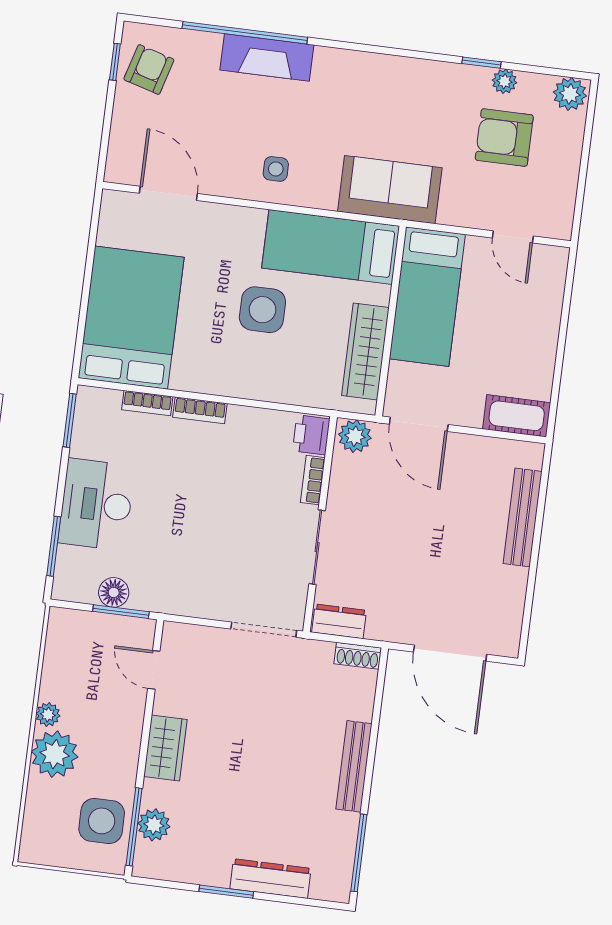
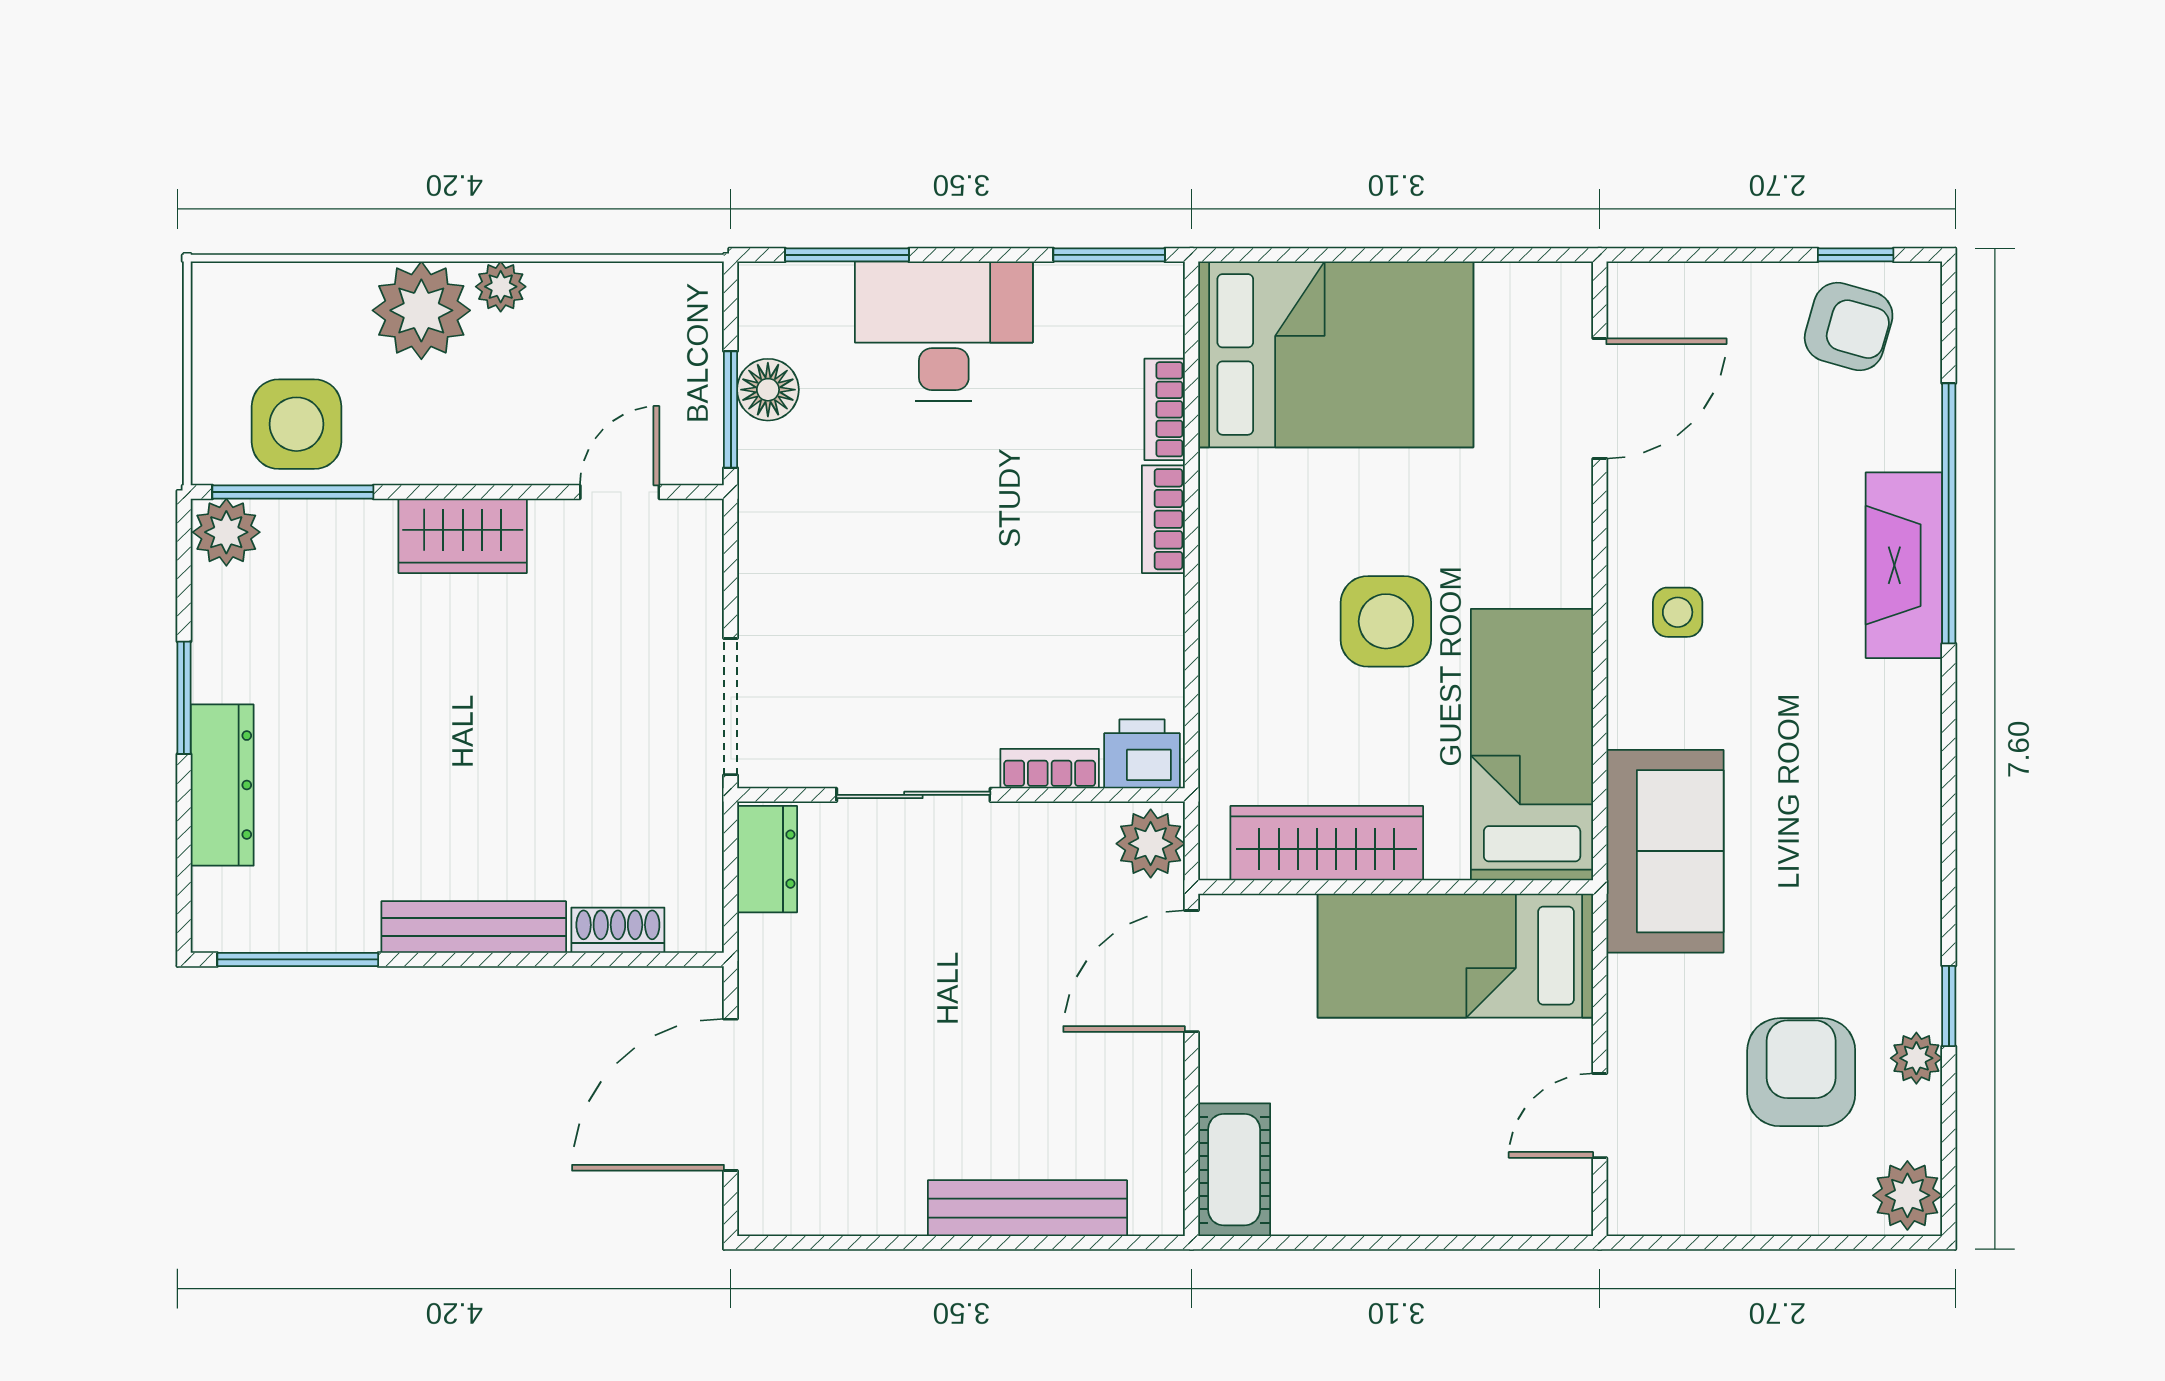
shoe rack: (358, 656) -> (618, 930), moved, turned 90
plant: (154, 825) -> (226, 532), moved

